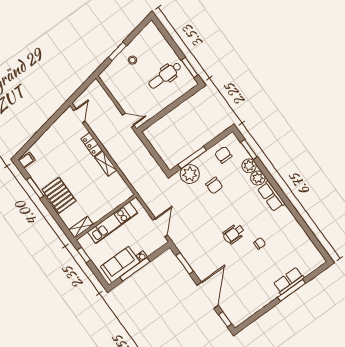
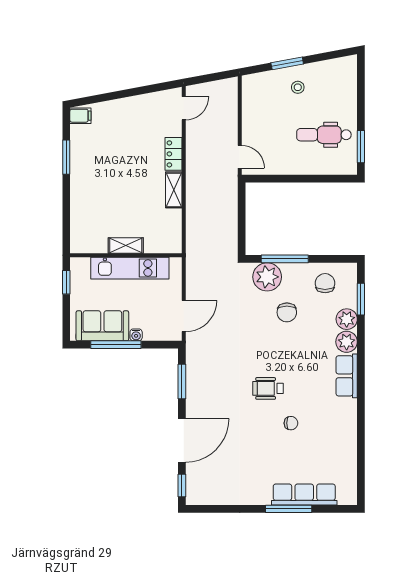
pallet: (59, 195) -> (89, 187), removed
shelving: (81, 227) -> (126, 245), moved
row of seats: (289, 281) -> (304, 495), width x1.48

